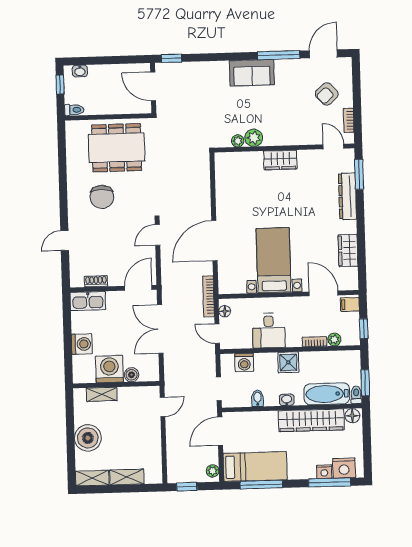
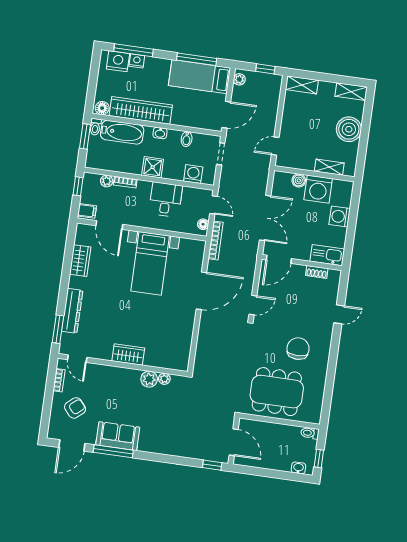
sofa: (252, 73) -> (118, 436), moved
shelving: (127, 477) -> (302, 85), moved

